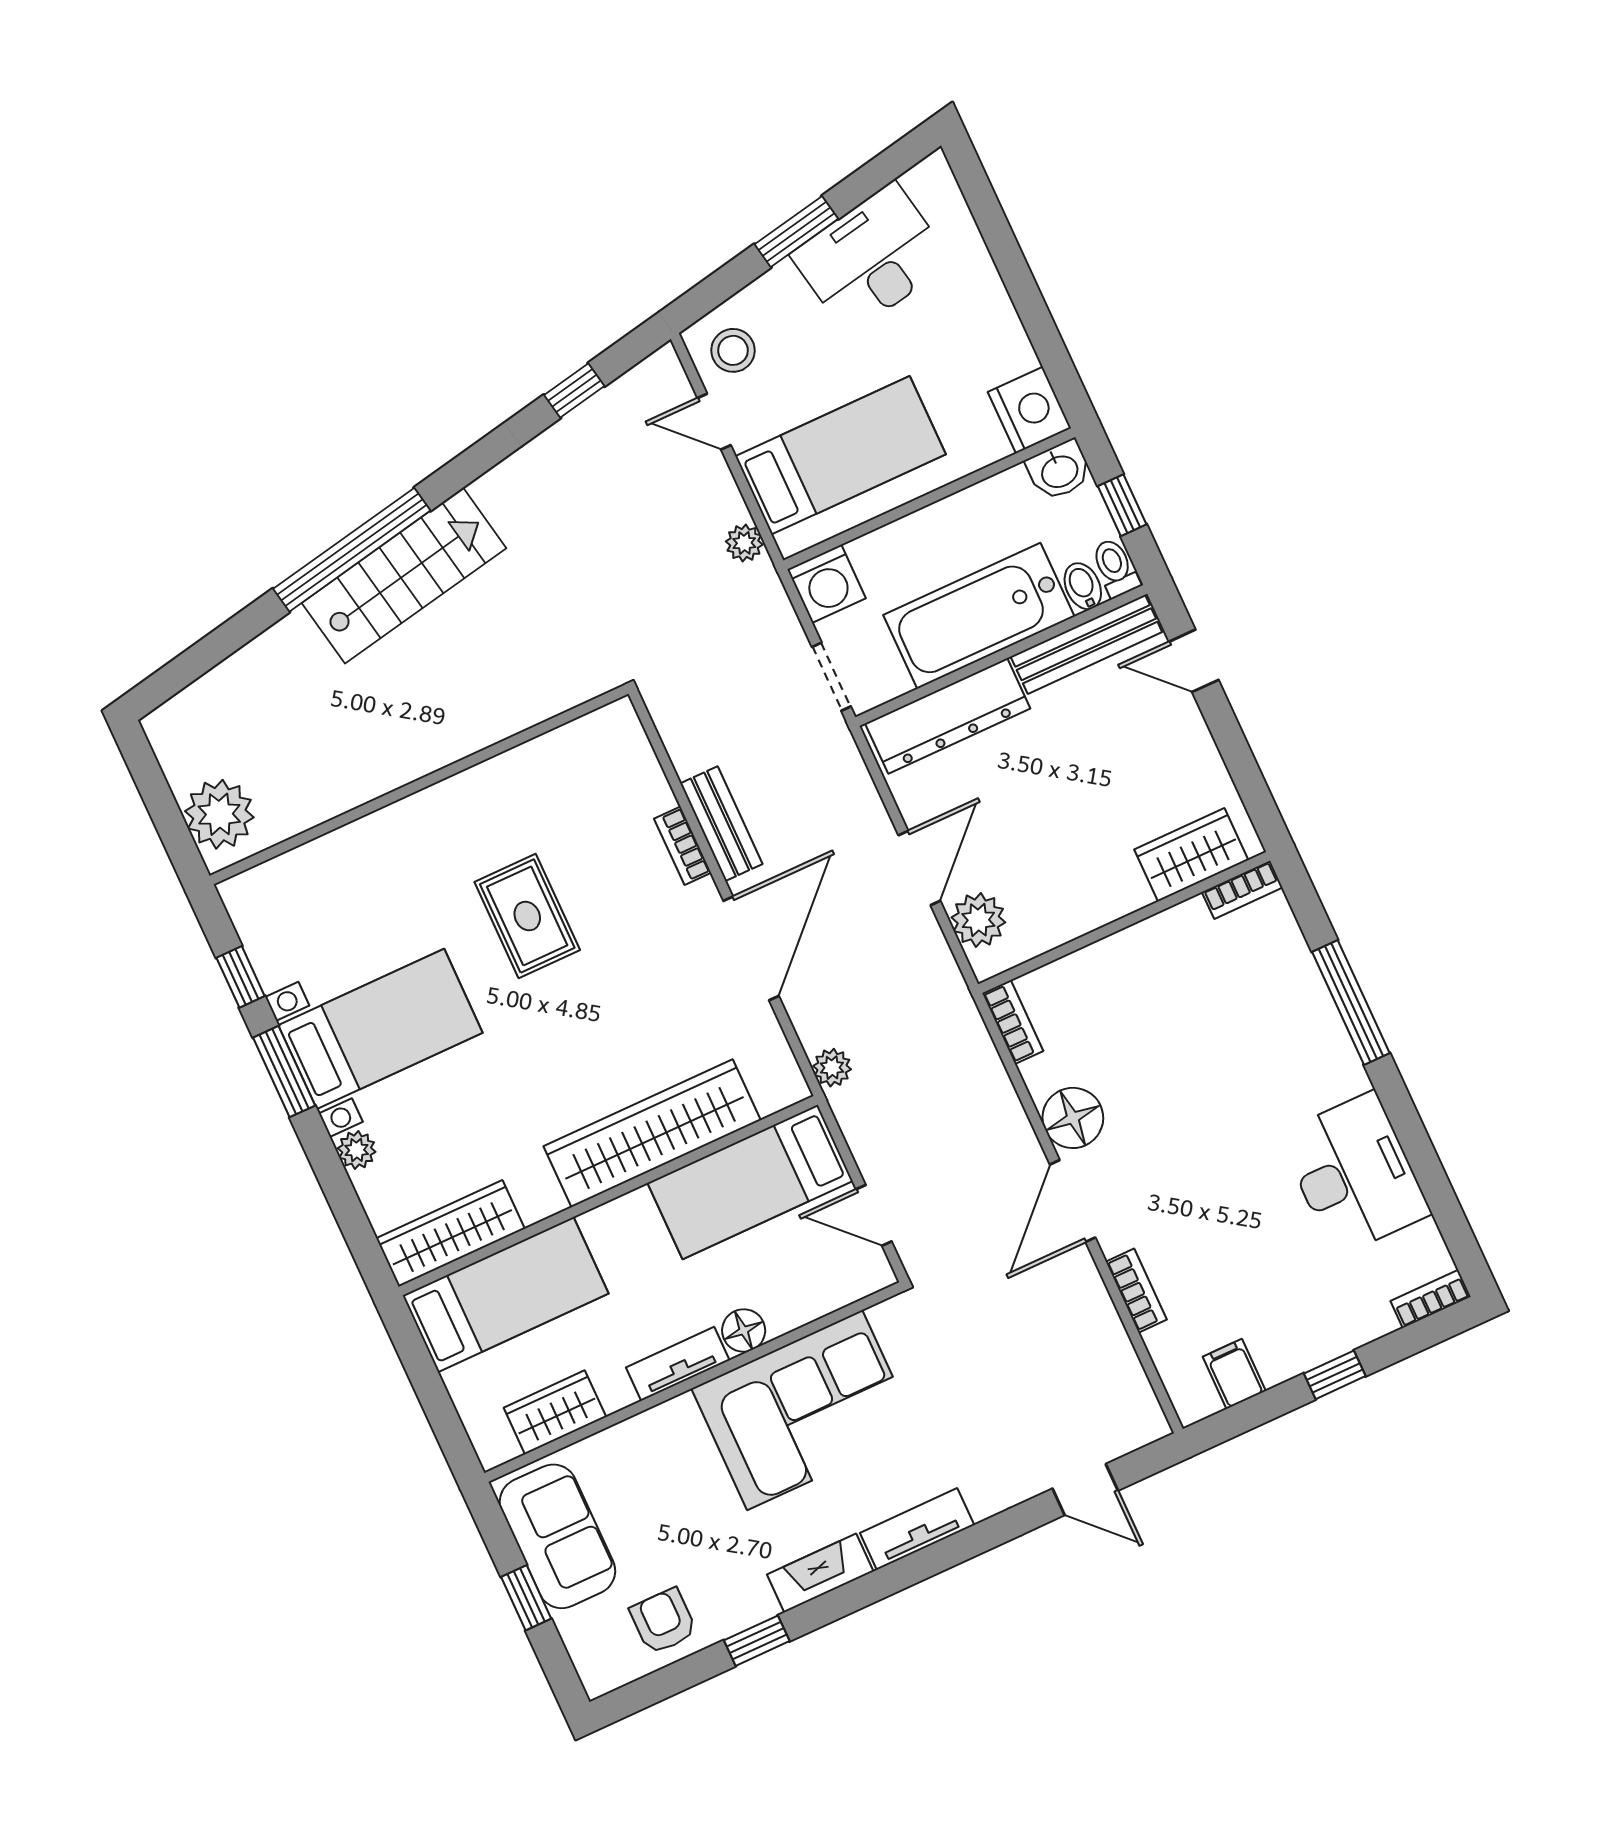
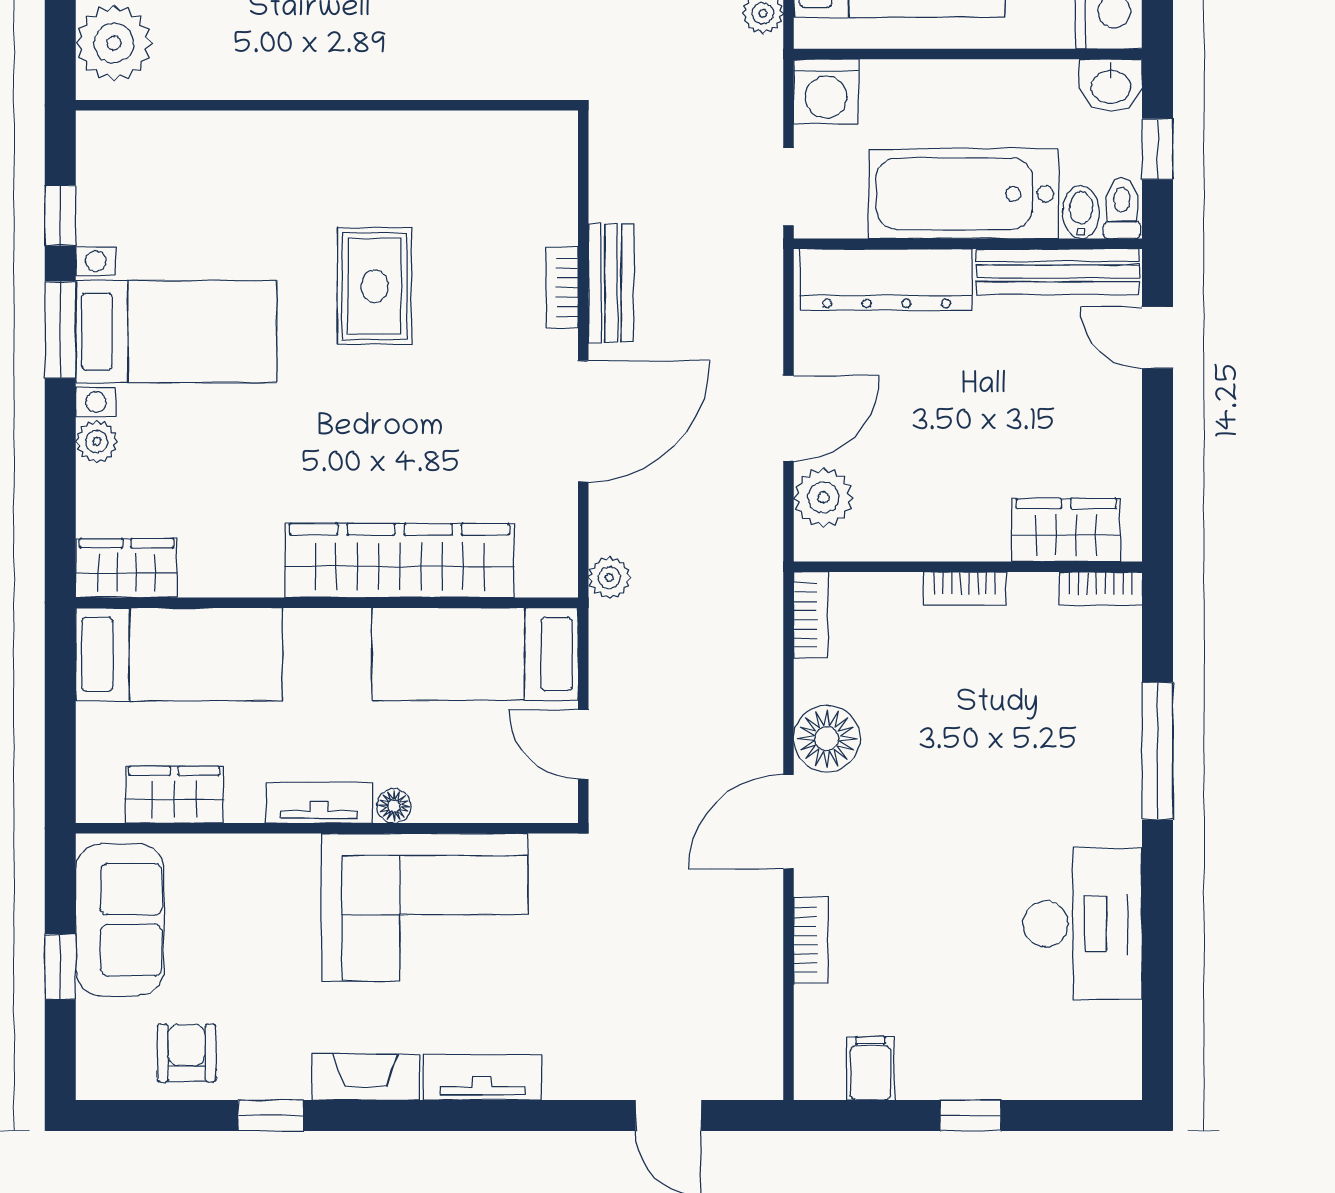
wardrobe: (450, 1233) -> (127, 568), width x0.67
bookcase: (1431, 1299) -> (965, 588), moved, turned 180
floor lamp: (744, 1331) -> (394, 806), width x0.73, depth x0.73

